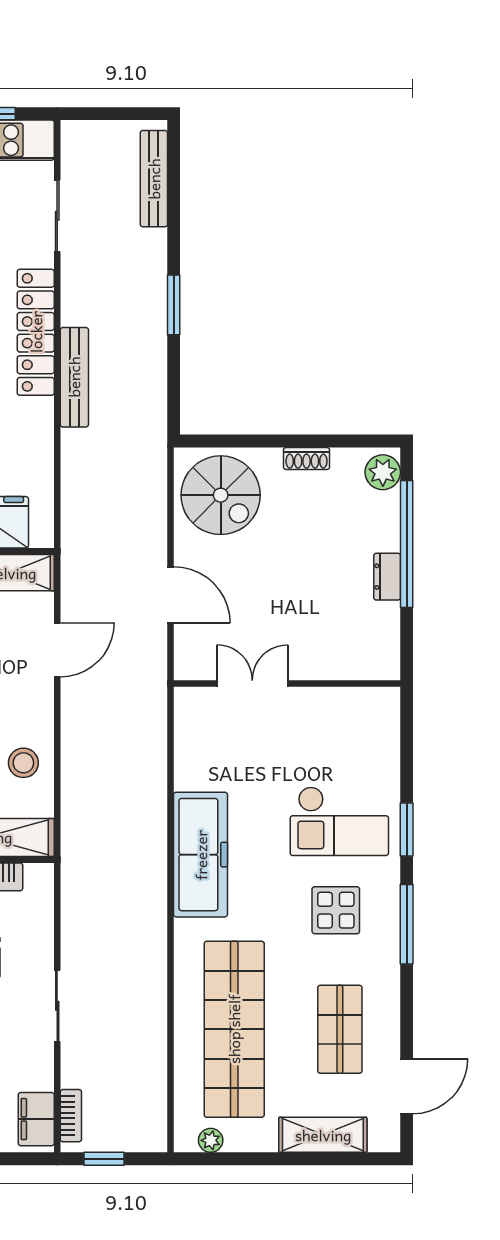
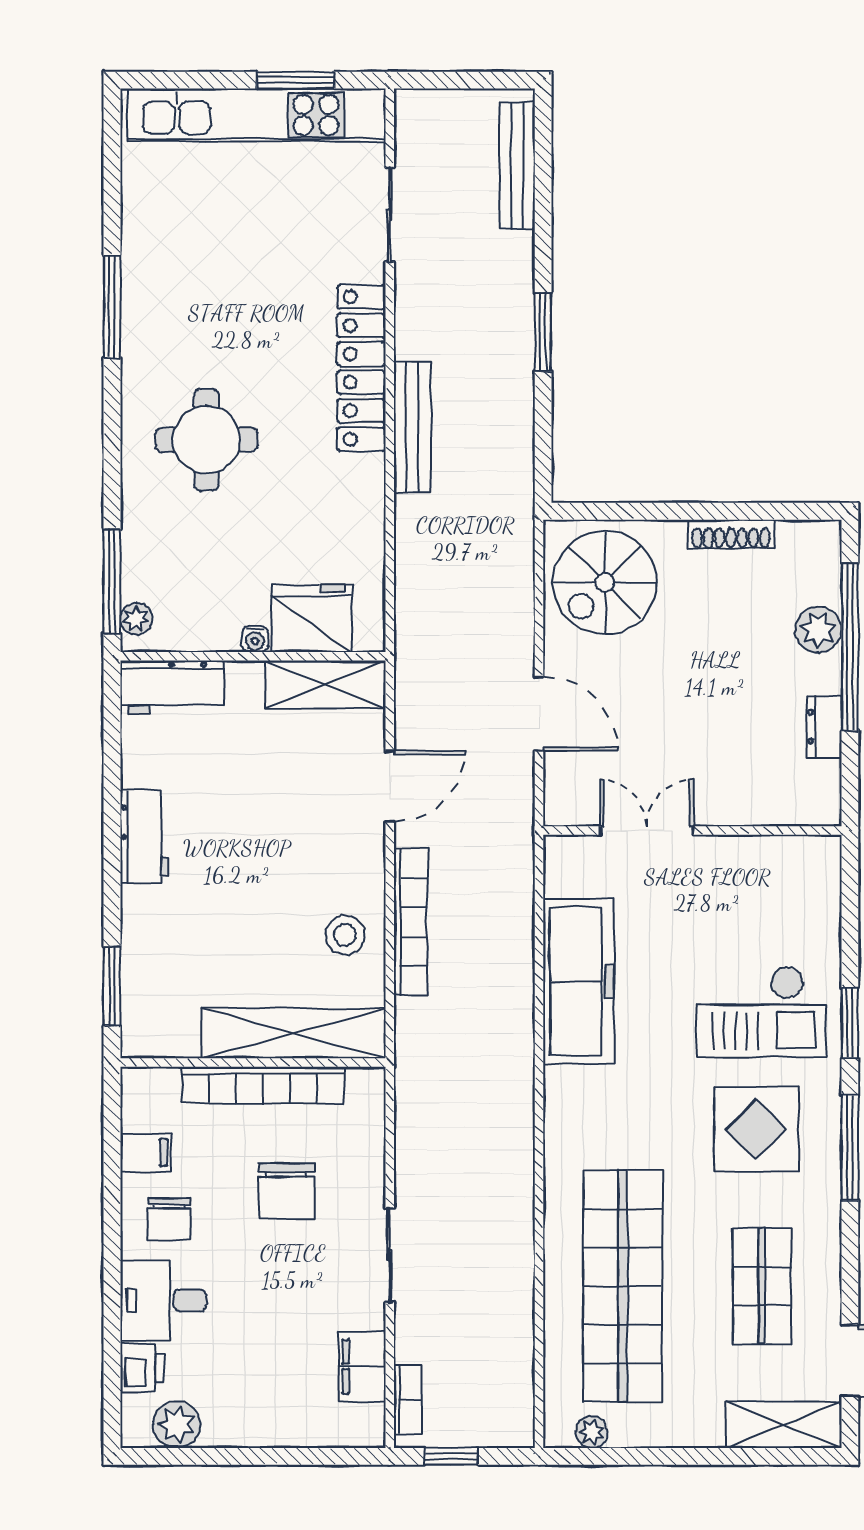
shoe rack: (307, 458) -> (731, 534), width x1.43
plant: (383, 472) -> (818, 630), moved
spiral stairs: (221, 495) -> (605, 583), turned 90
dresser: (387, 577) -> (824, 727), moved
bookcase: (73, 753) -> (410, 922), added
freezer: (201, 855) -> (578, 981), moved
display table: (336, 910) -> (757, 1129), width x1.36, depth x1.36
filing cabinet: (36, 1119) -> (362, 1366), moved
shelving: (323, 1135) -> (784, 1425), moved

